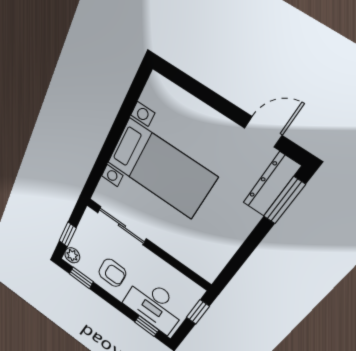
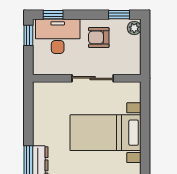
sliding door: (122, 226) -> (93, 78), moved
window: (68, 235) -> (145, 42), removed
window: (198, 312) -> (28, 35), moved

